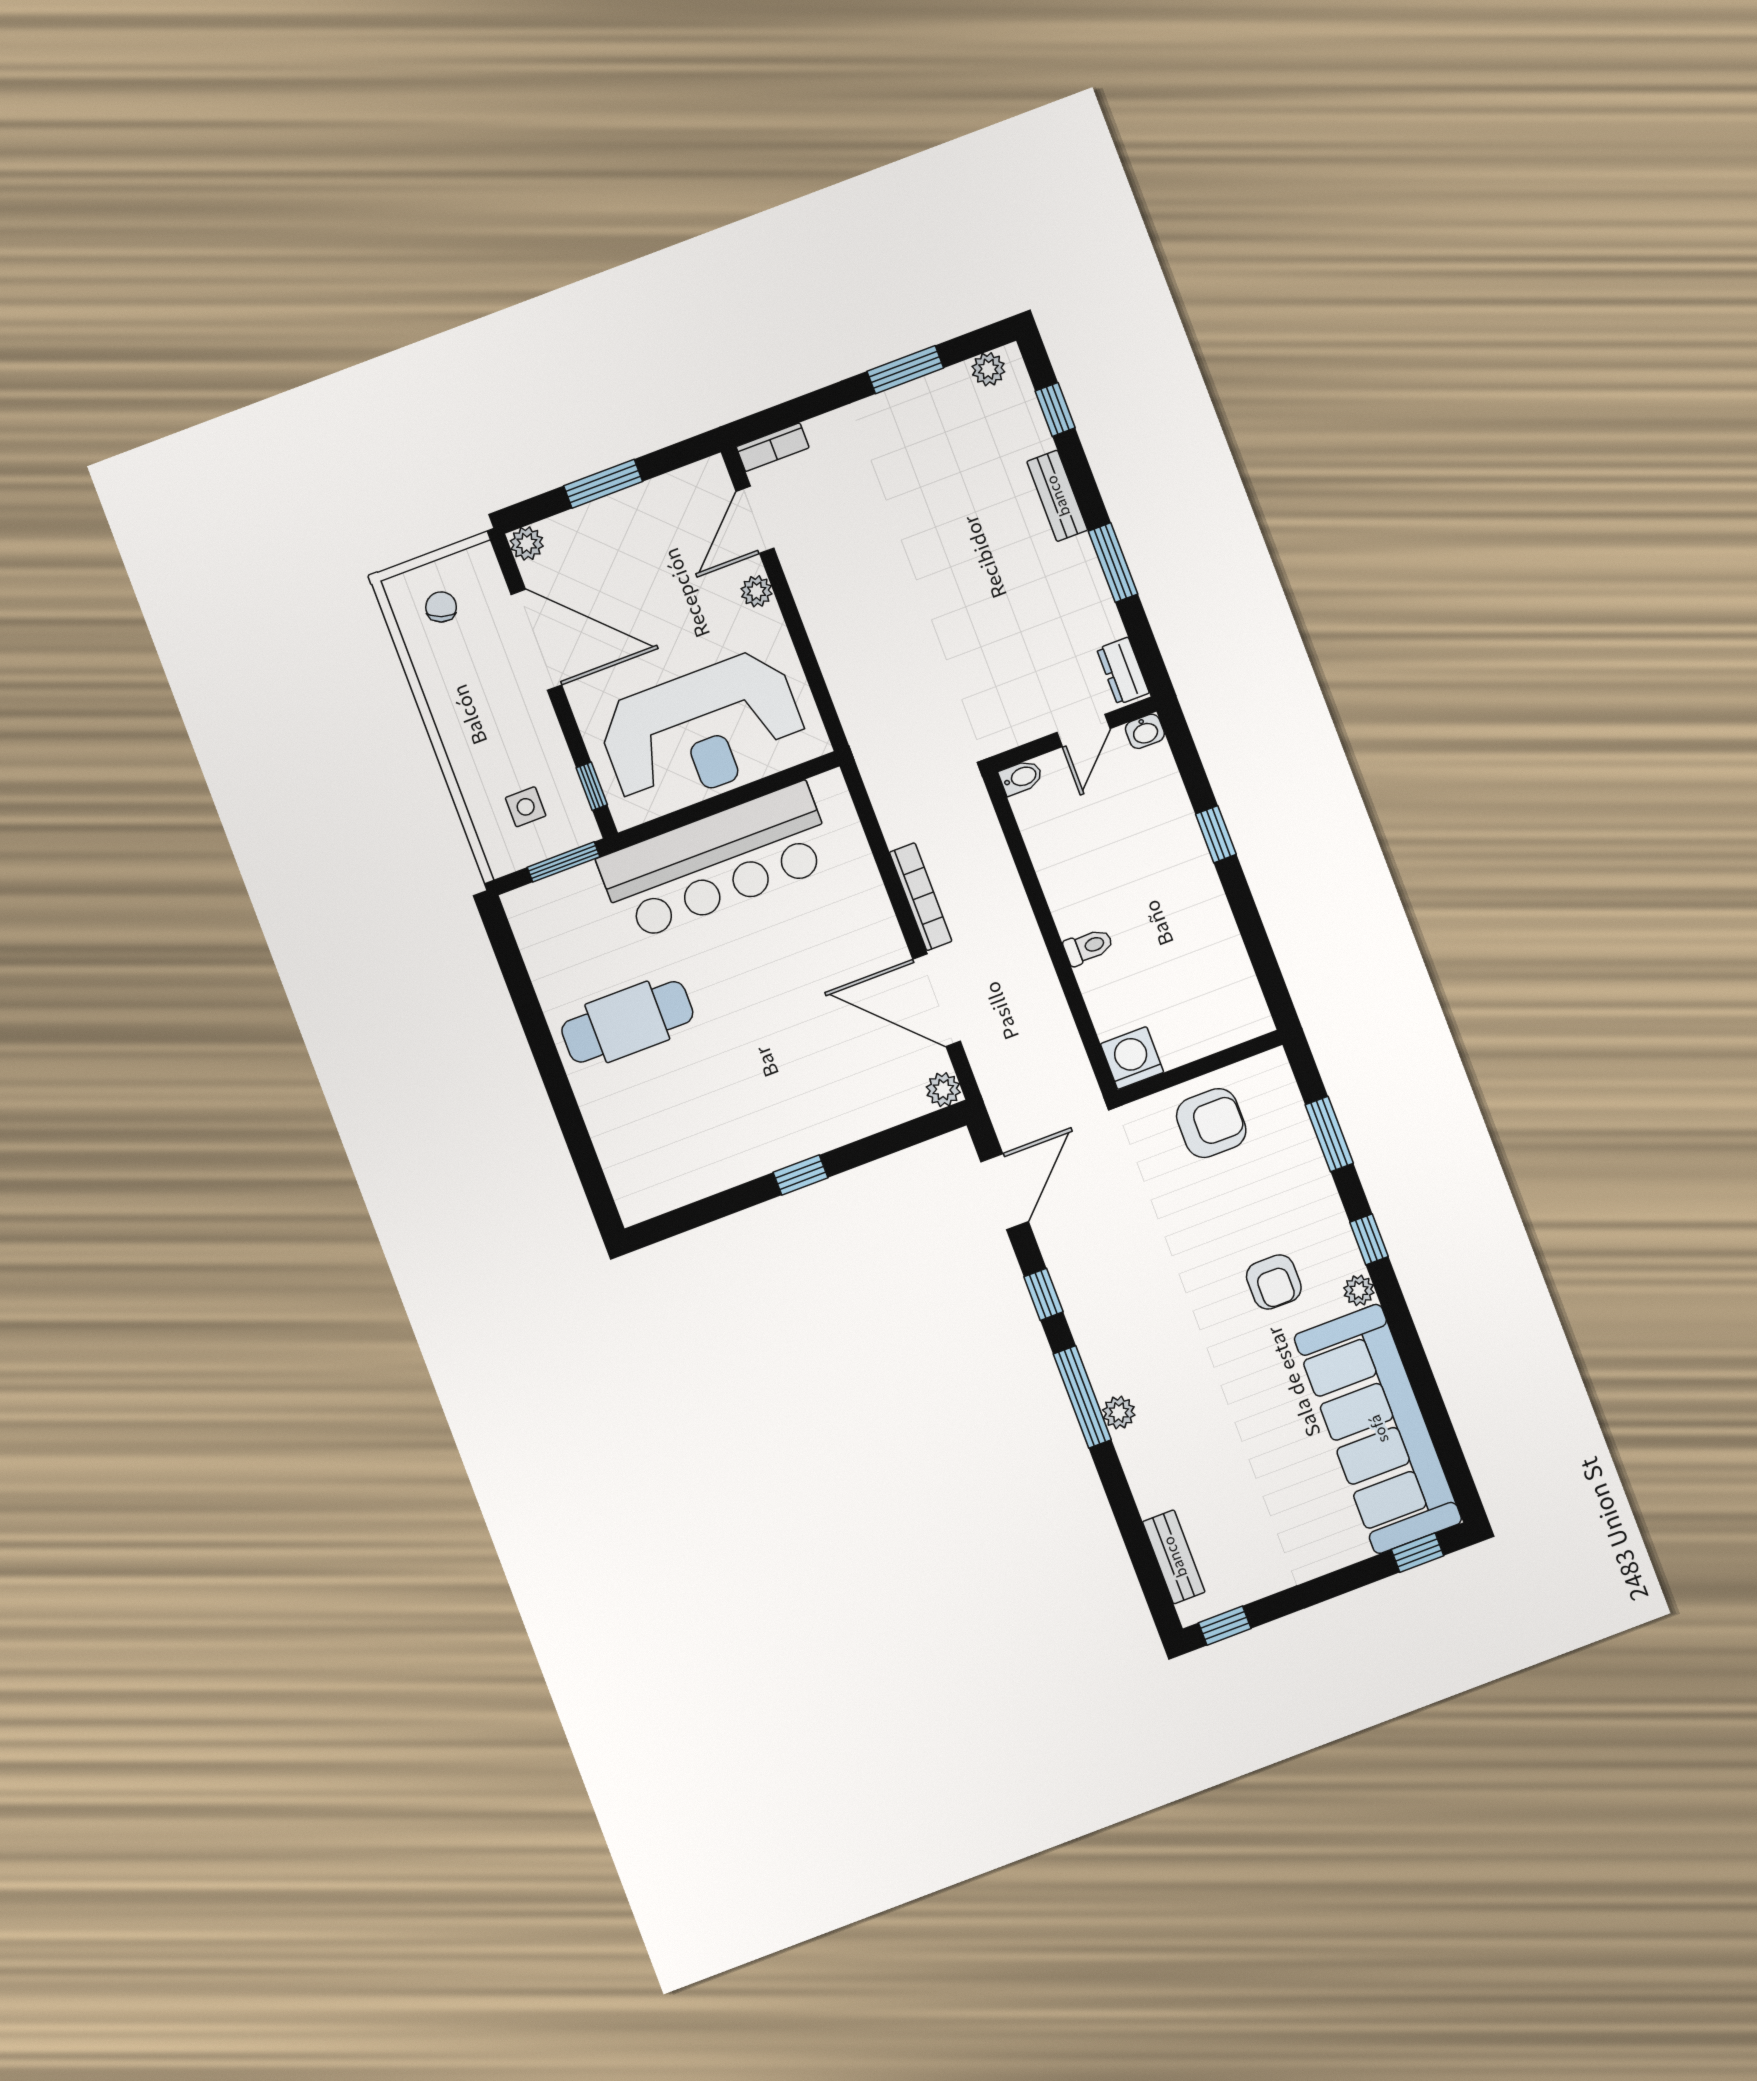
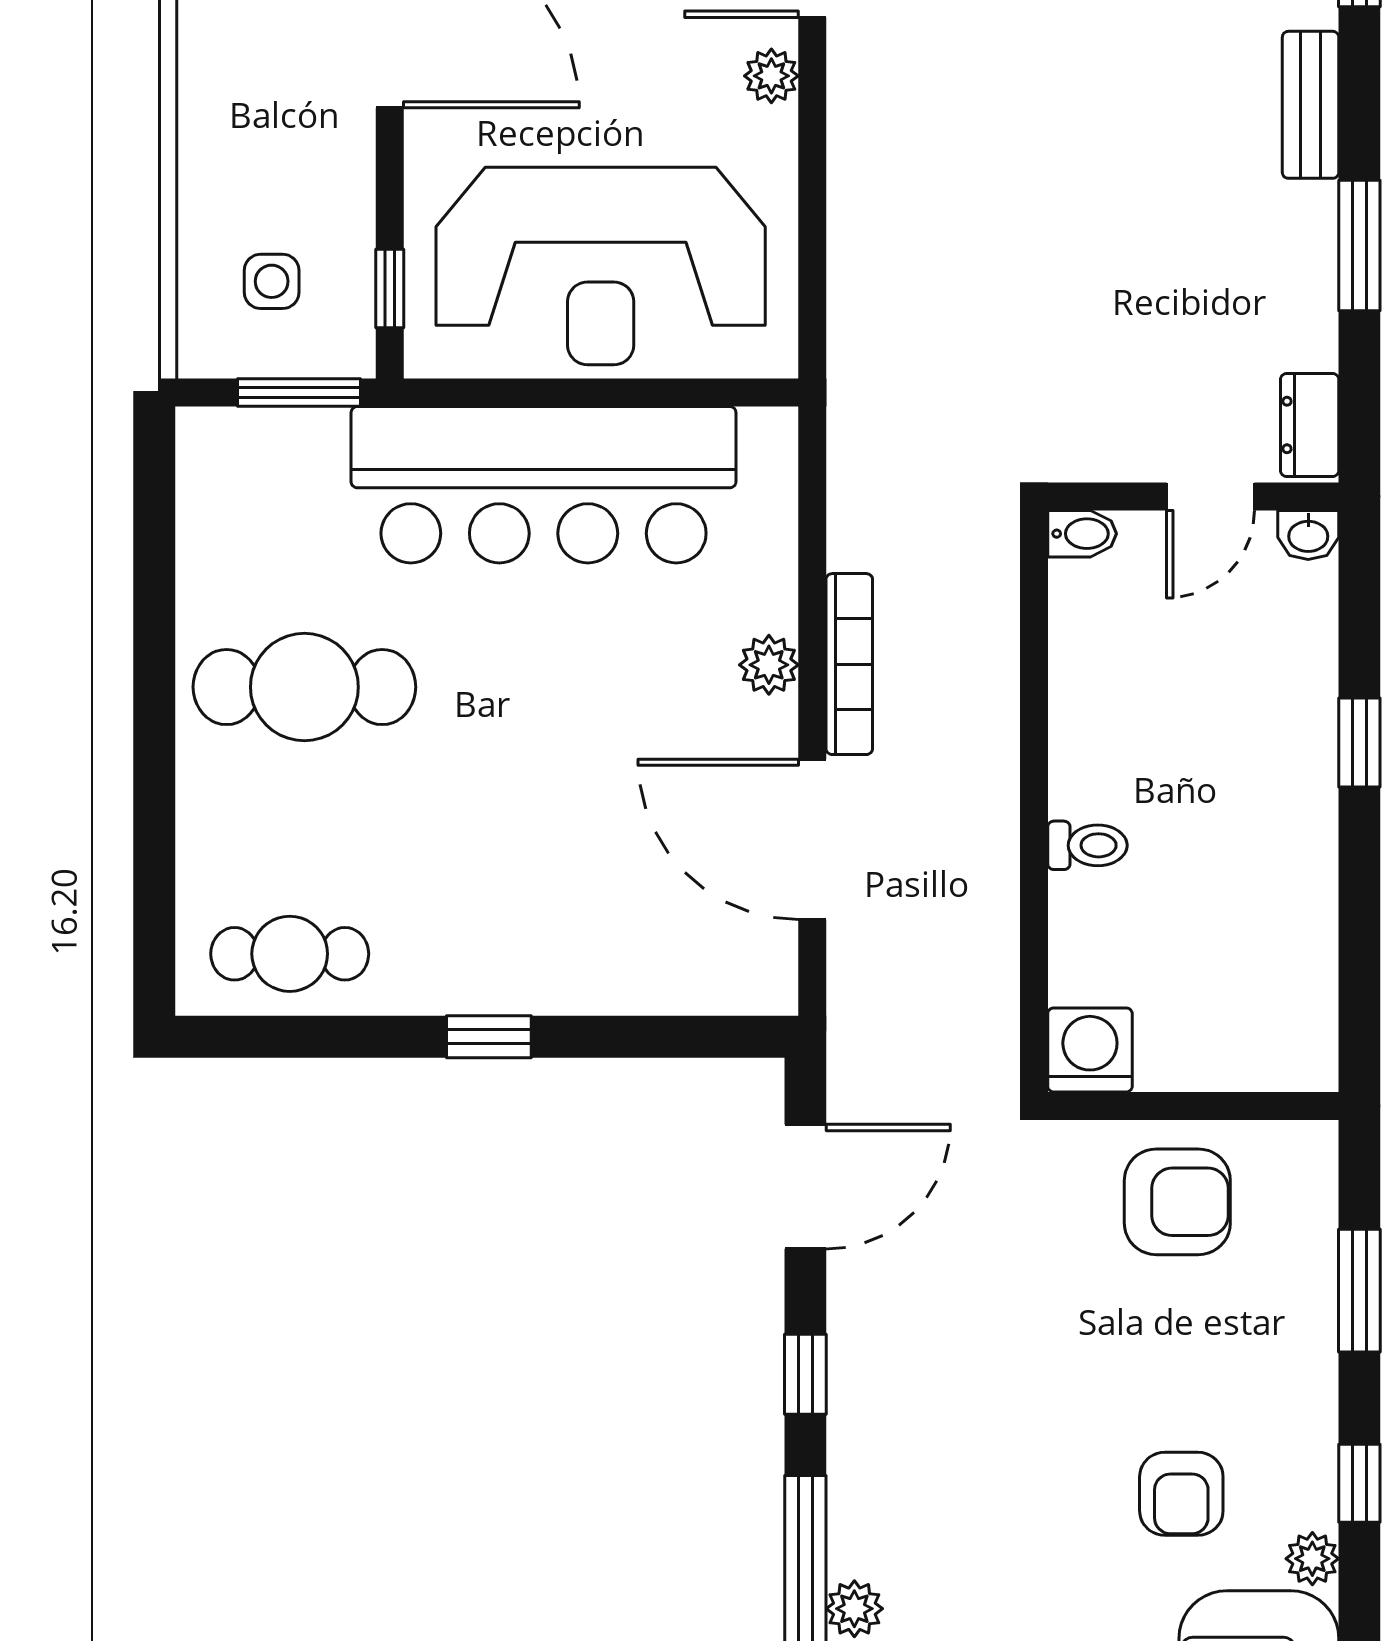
plant: (943, 1090) -> (769, 665), moved
cafe table: (674, 1171) -> (290, 954), added

